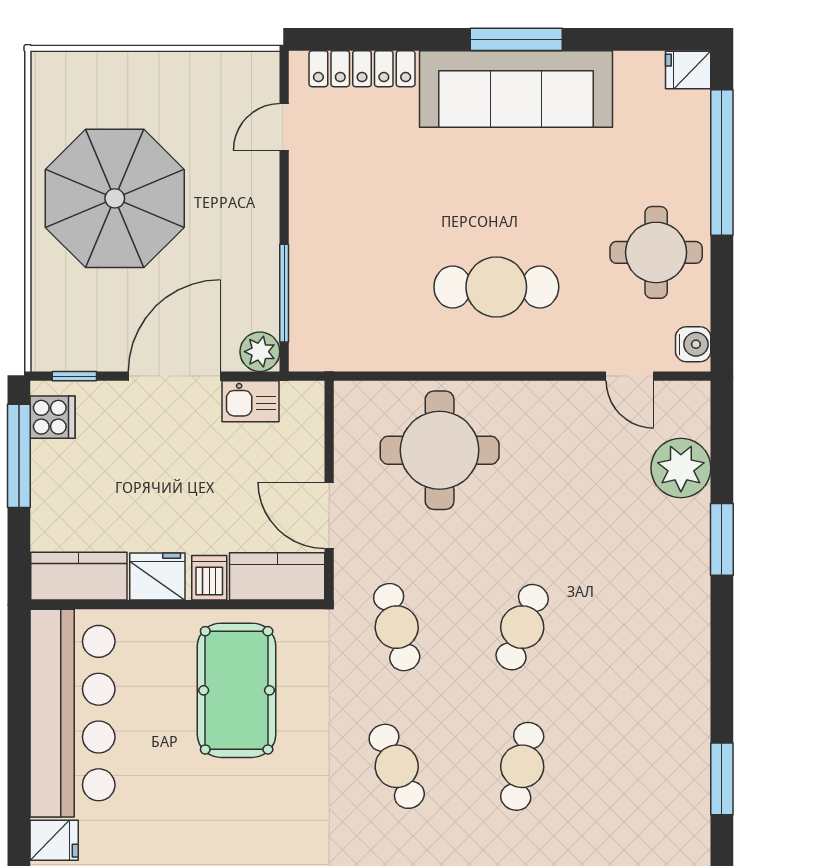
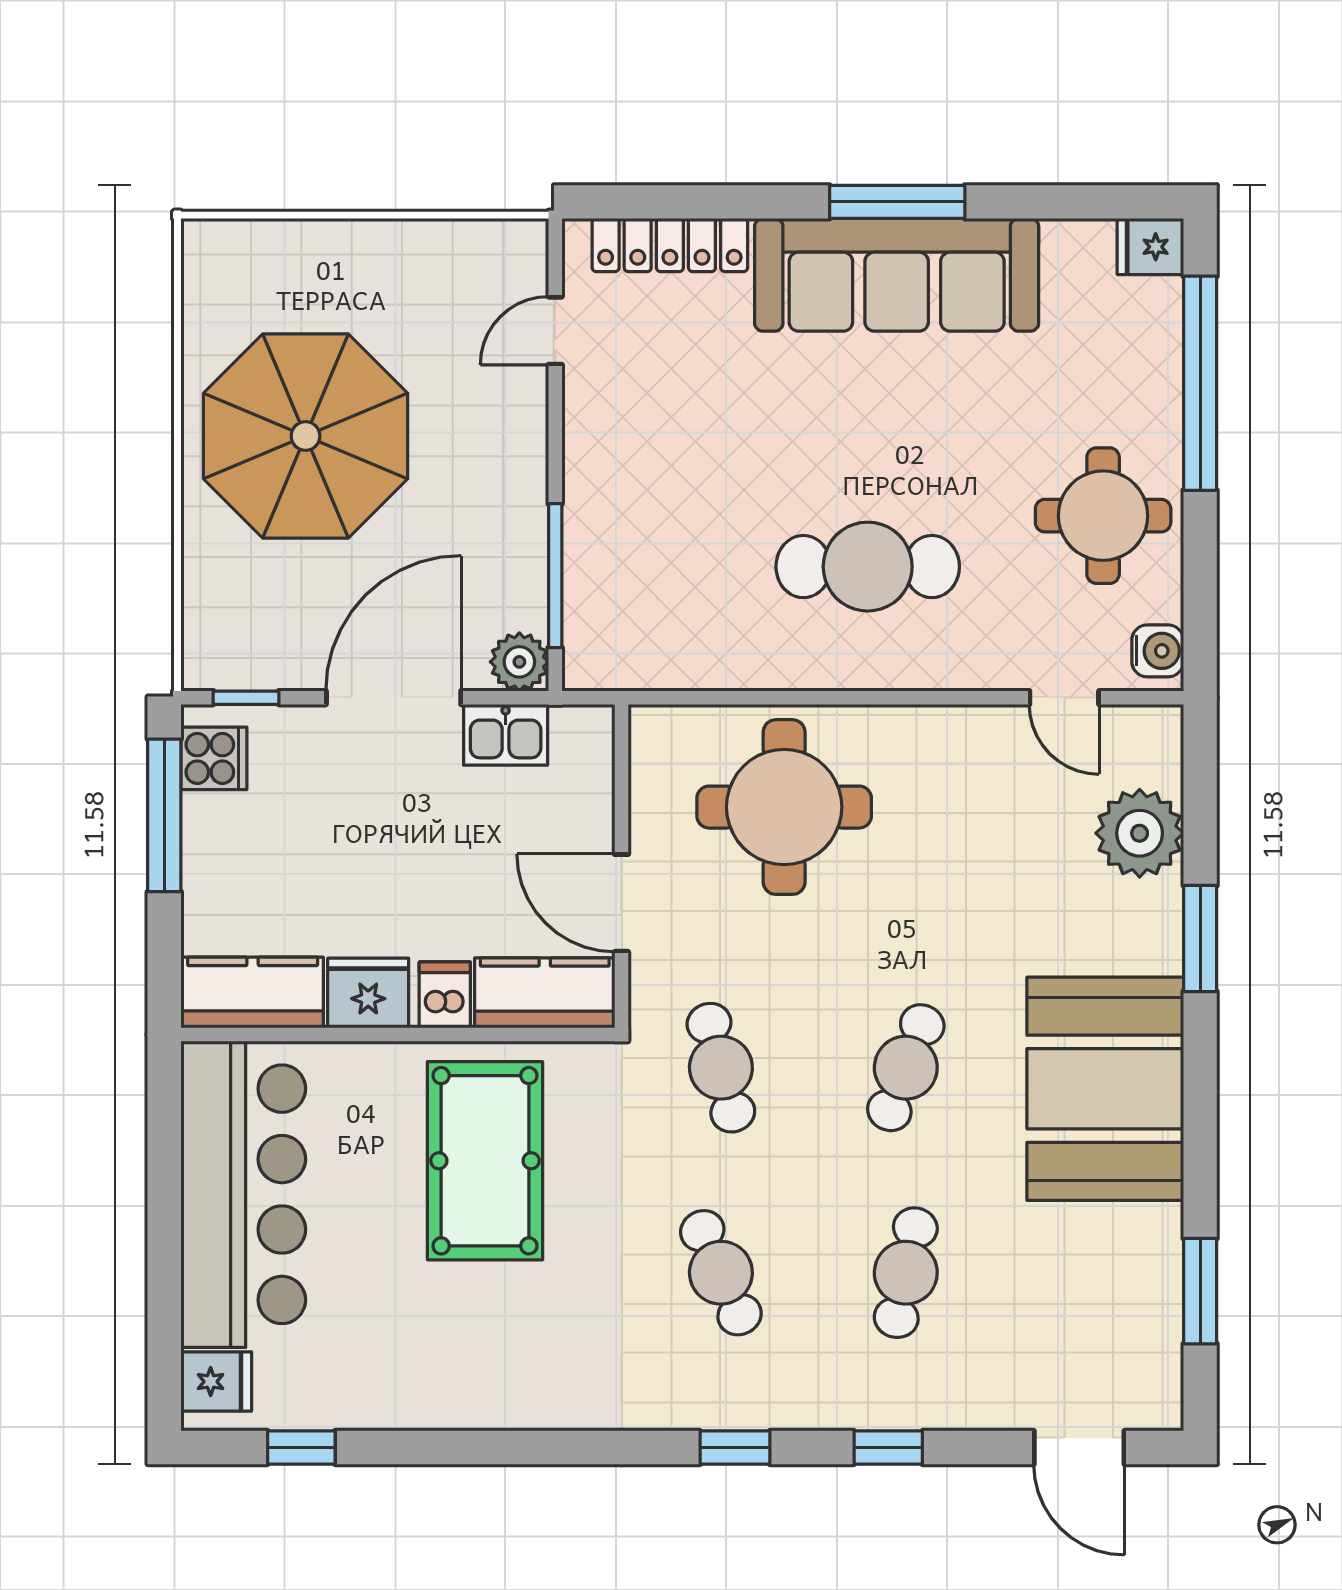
booth: (658, 641) -> (1105, 1089), added

